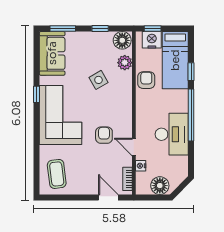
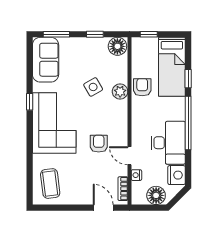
nightstand: (152, 40) -> (177, 175), moved, turned 90
plant: (125, 63) -> (120, 92), moved

